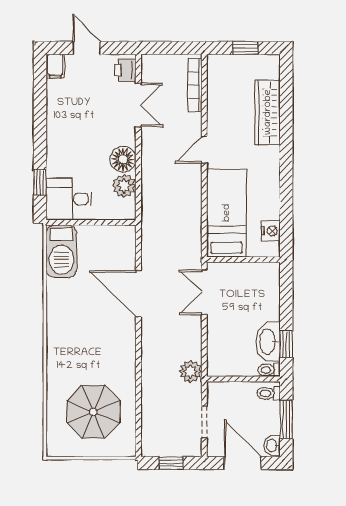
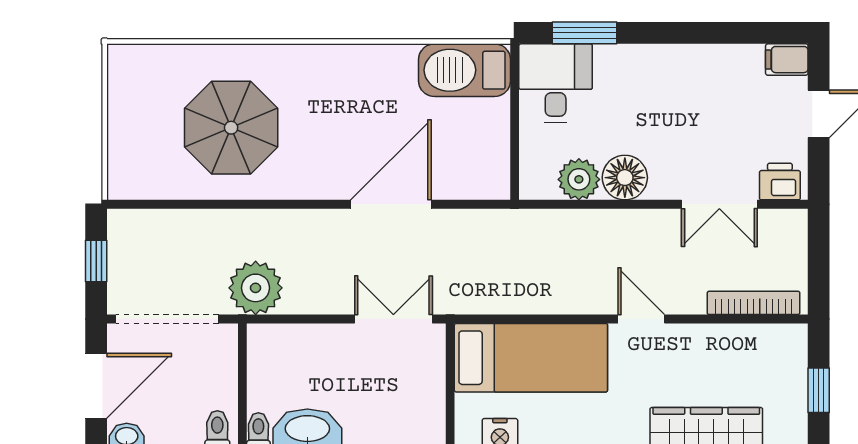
window: (40, 182) -> (584, 33), width x1.50
plant: (191, 371) -> (256, 288), width x1.36, depth x1.36
parasol: (93, 412) -> (231, 128), moved
doorway: (204, 422) -> (167, 319), width x1.88

